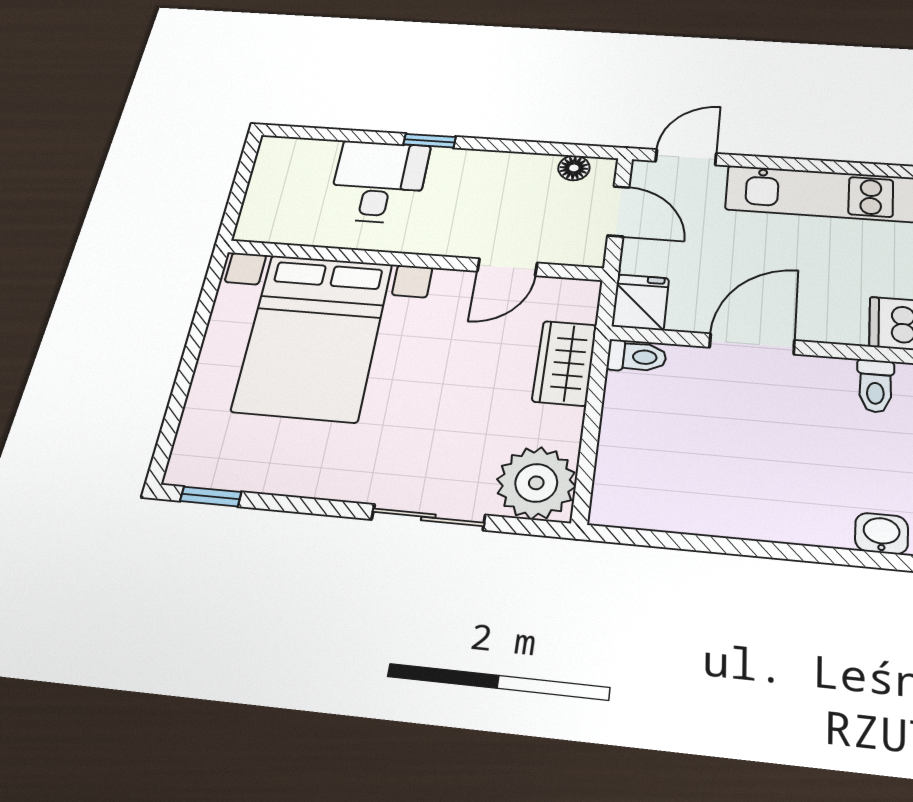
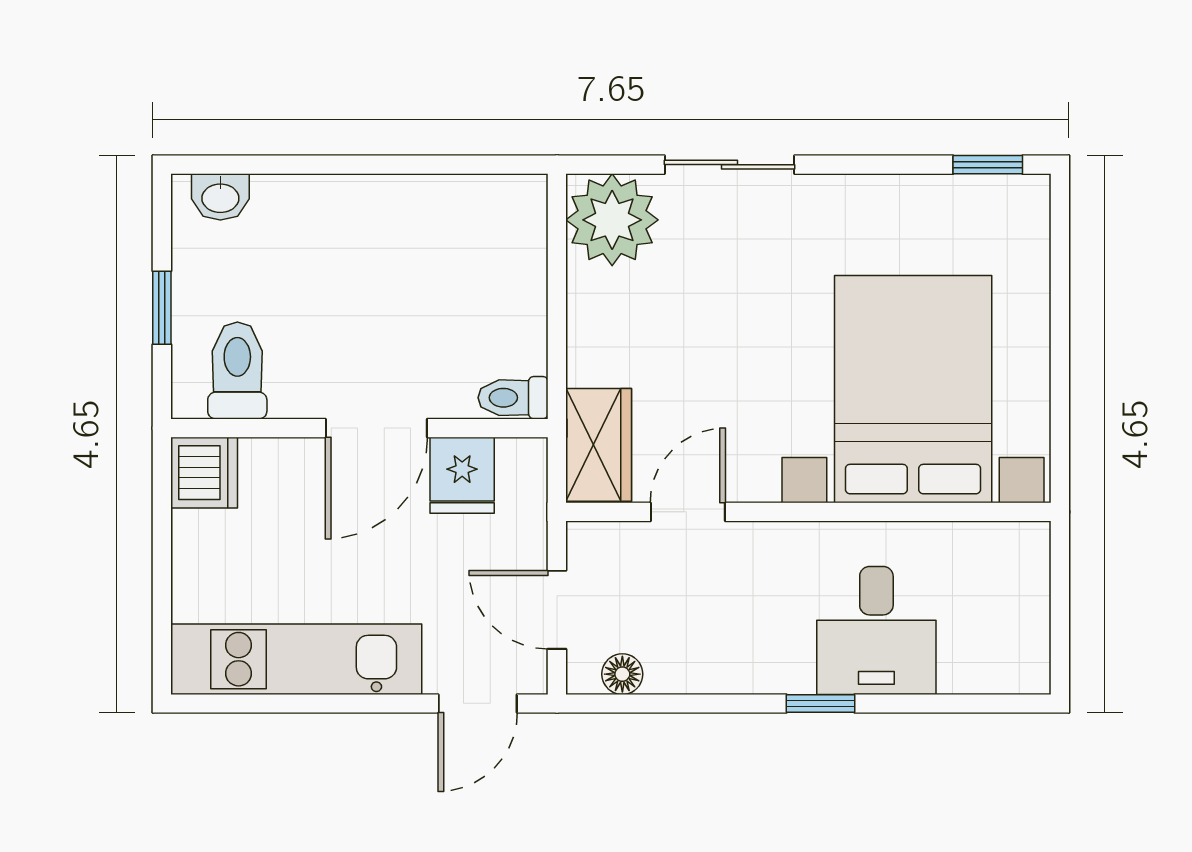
fridge: (640, 302) -> (462, 475), moved
wardrobe: (565, 363) -> (599, 445), moved
toilet: (875, 386) -> (237, 370), width x1.37, depth x1.39

